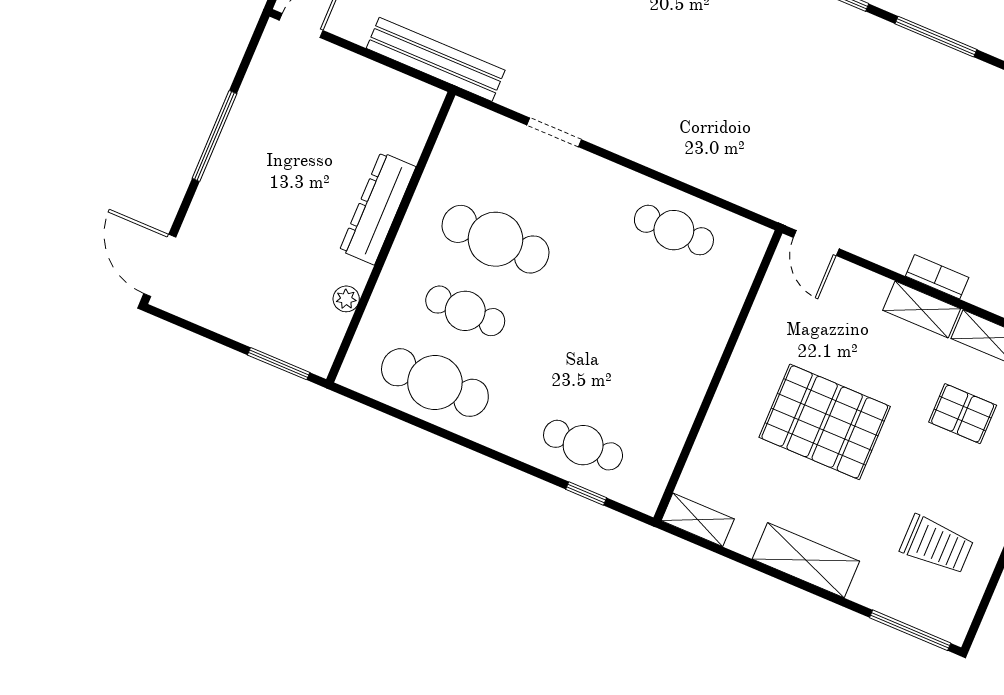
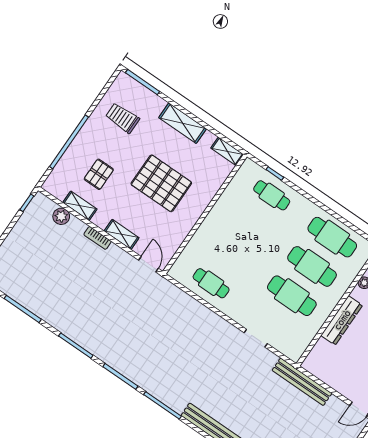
shelving: (922, 309) -> (122, 234), moved
cafe table: (465, 311) -> (312, 266), width x1.37, depth x1.35
pallet: (963, 414) -> (99, 174), turned 90

